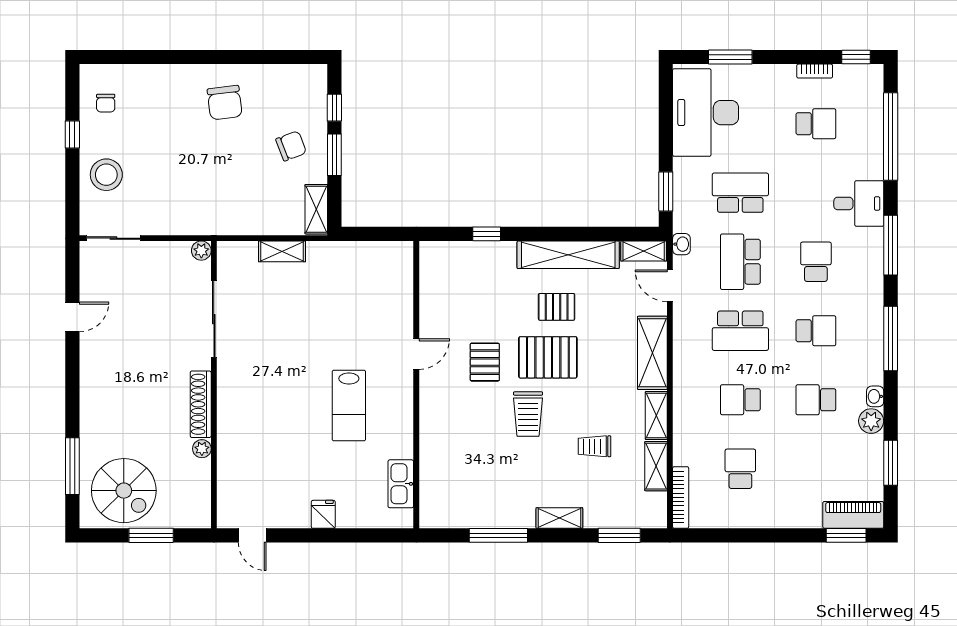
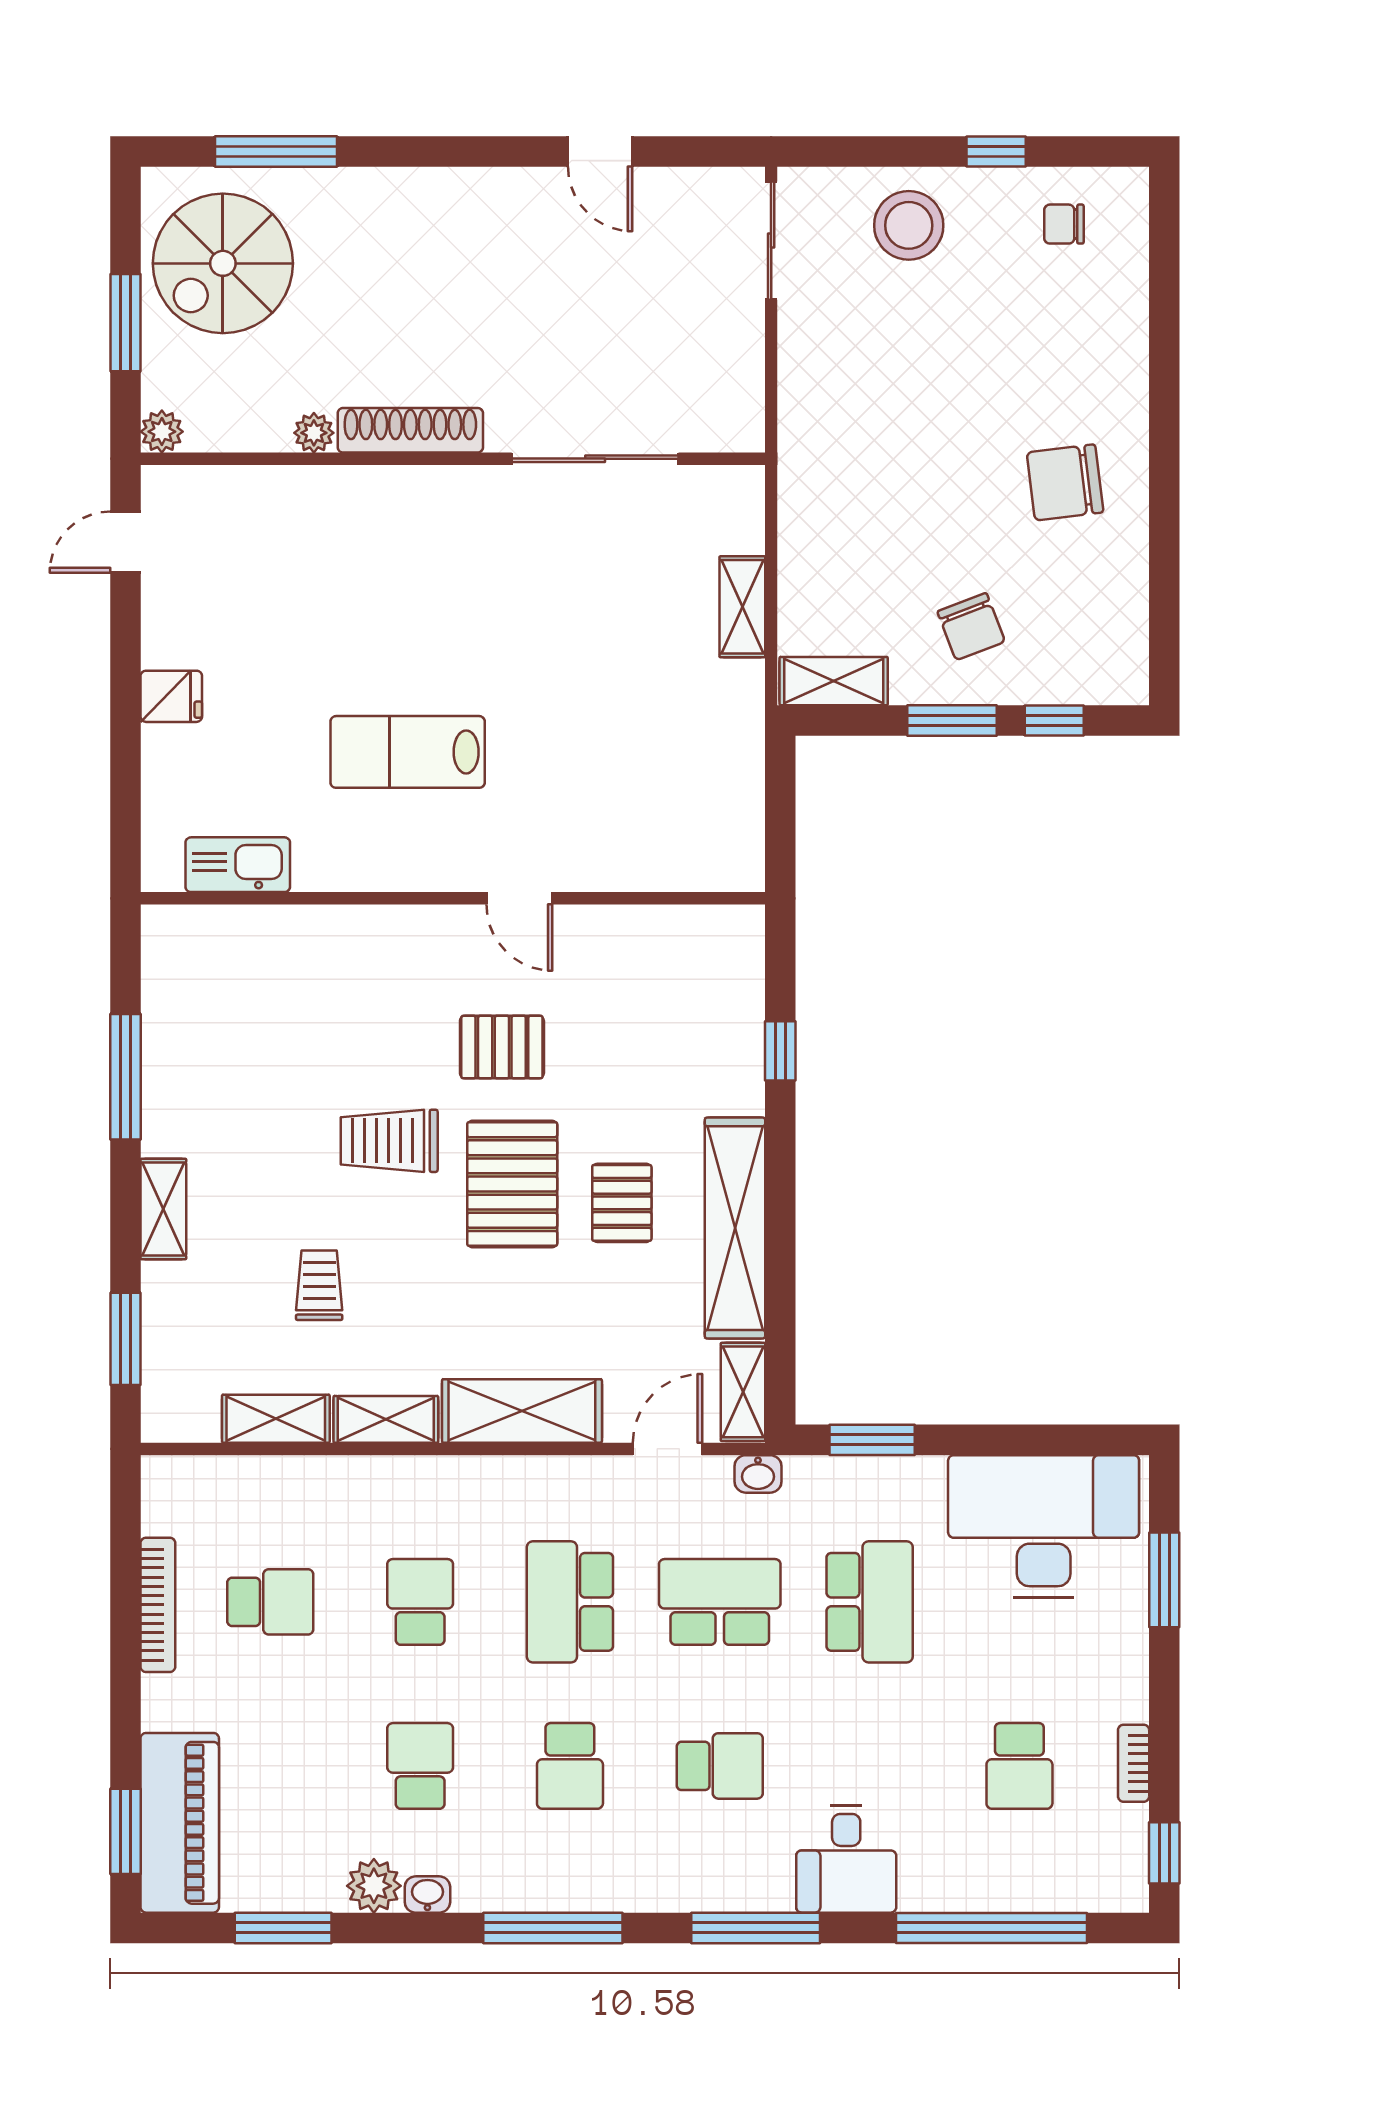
plant: (201, 251) -> (162, 432), moved
bookcase: (681, 497) -> (158, 1605), moved, turned -90
piano: (853, 515) -> (180, 1823), width x1.37, depth x1.33

